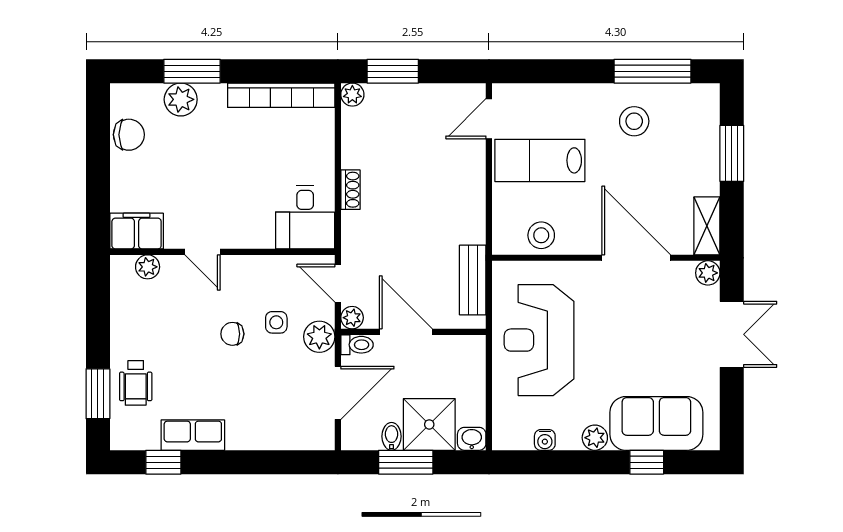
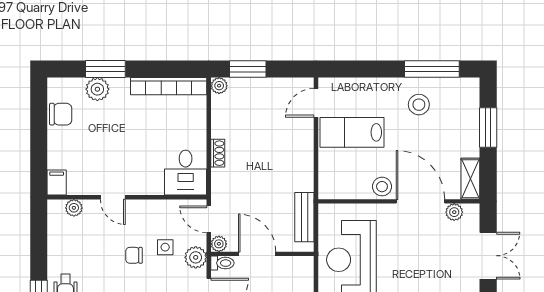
filing cabinet: (137, 231) -> (57, 182), width x0.50
stool: (541, 235) -> (382, 187), moved
plant: (708, 273) -> (454, 212), moved

